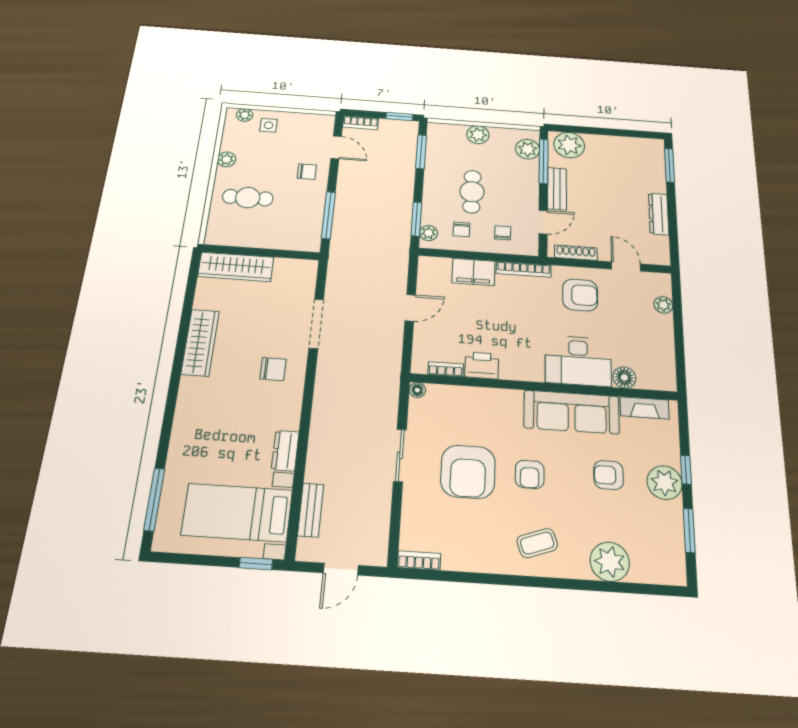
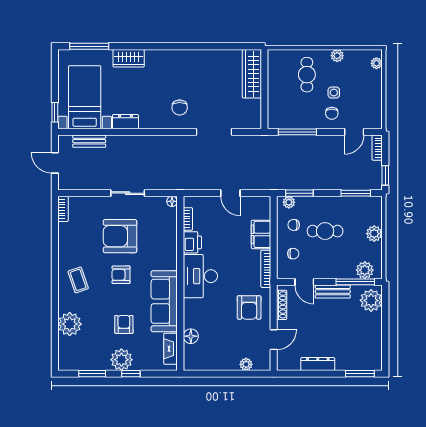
side table: (269, 125) -> (334, 93), moved
wardrobe: (200, 343) -> (129, 58), moved, width x0.67
desk: (578, 361) -> (200, 276), moved

